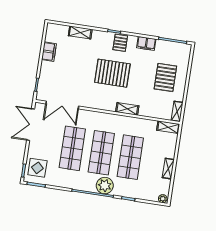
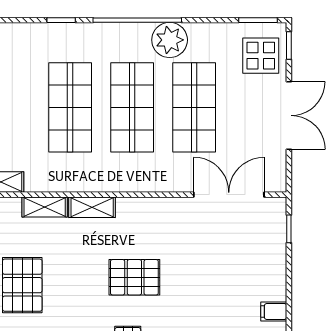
filing cabinet: (49, 52) -> (274, 312), width x0.50
pallet: (112, 73) -> (134, 277), width x0.73, depth x0.71
shelving: (149, 112) -> (45, 207), added
double door: (31, 124) -> (289, 115), moved
plant: (105, 186) -> (170, 40), moved

